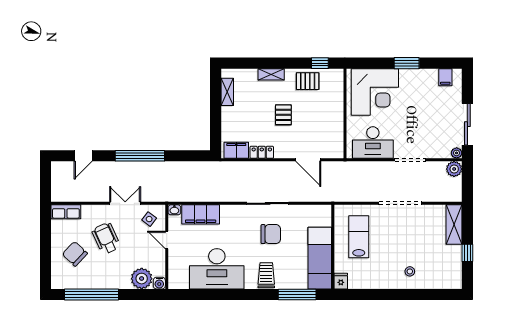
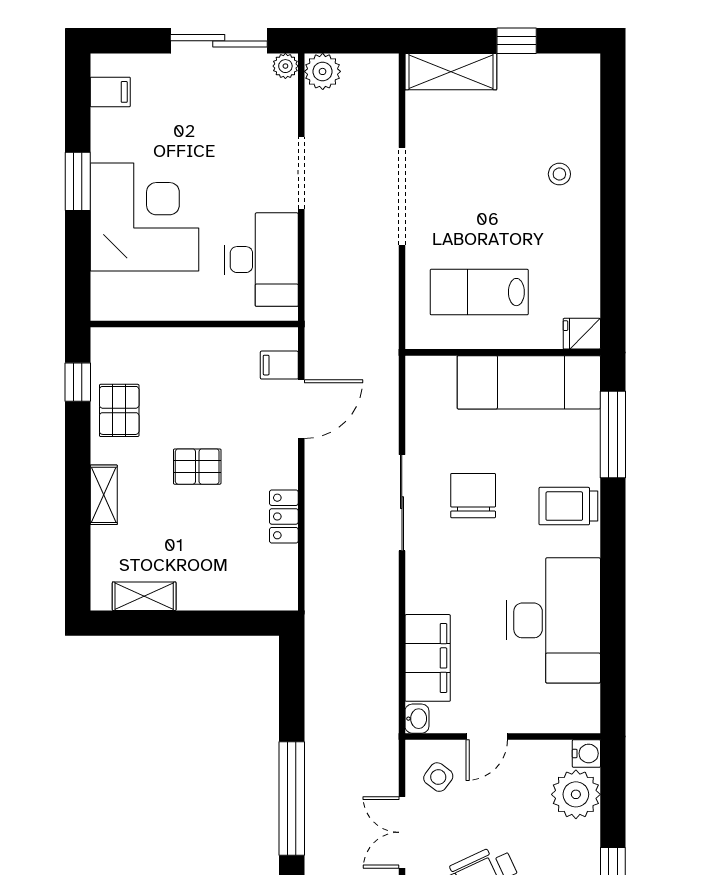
corner desk: (375, 92) -> (145, 217), moved
filing cabinet: (236, 150) -> (279, 365), moved, width x0.50

